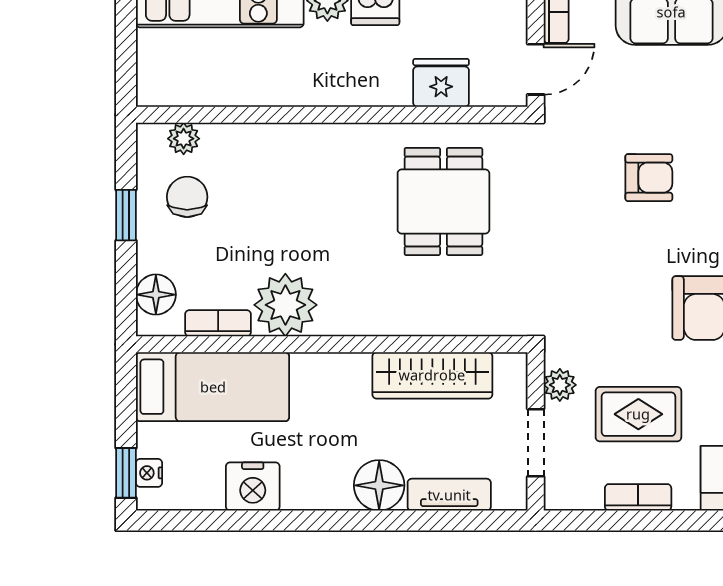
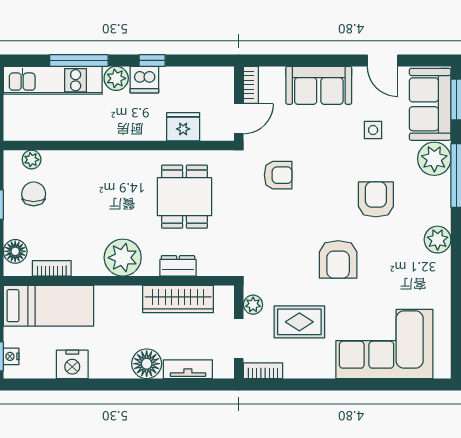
armchair: (649, 178) -> (278, 175), moved
plant: (285, 305) -> (123, 258), moved
dresser: (432, 319) -> (178, 266), added
bookcase: (638, 497) -> (263, 371), moved

